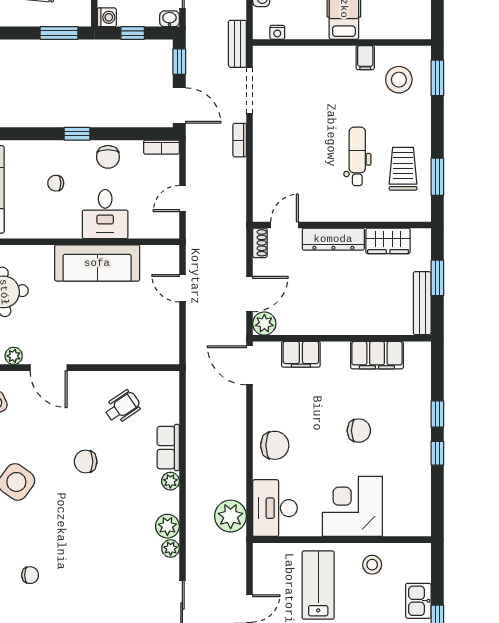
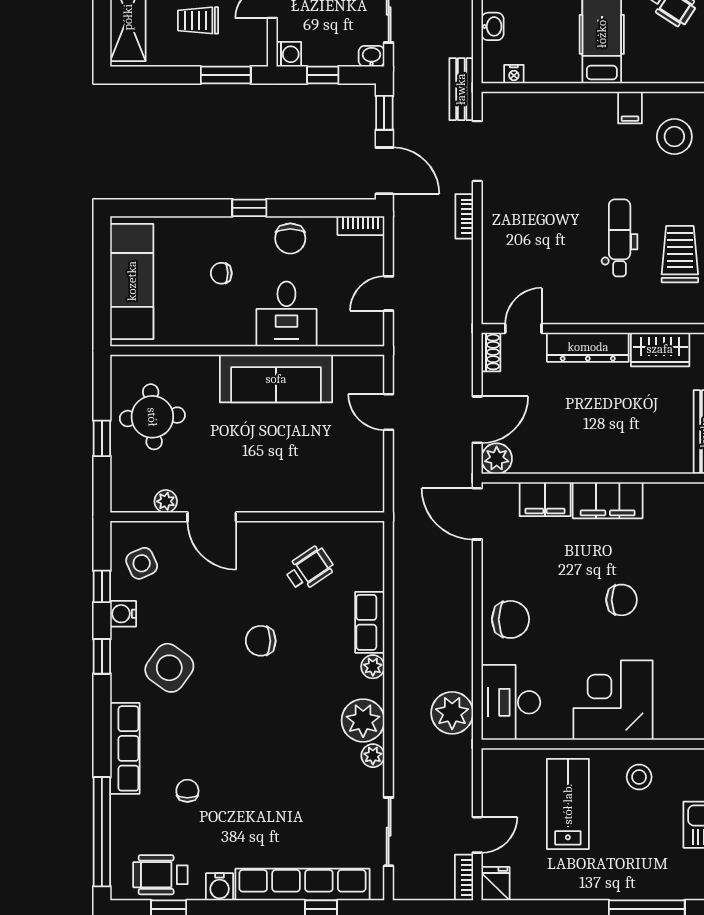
filing cabinet: (377, 355) -> (608, 500), moved
plant: (167, 526) -> (363, 720), width x1.36, depth x1.36
chair: (30, 575) -> (187, 791), turned -90

